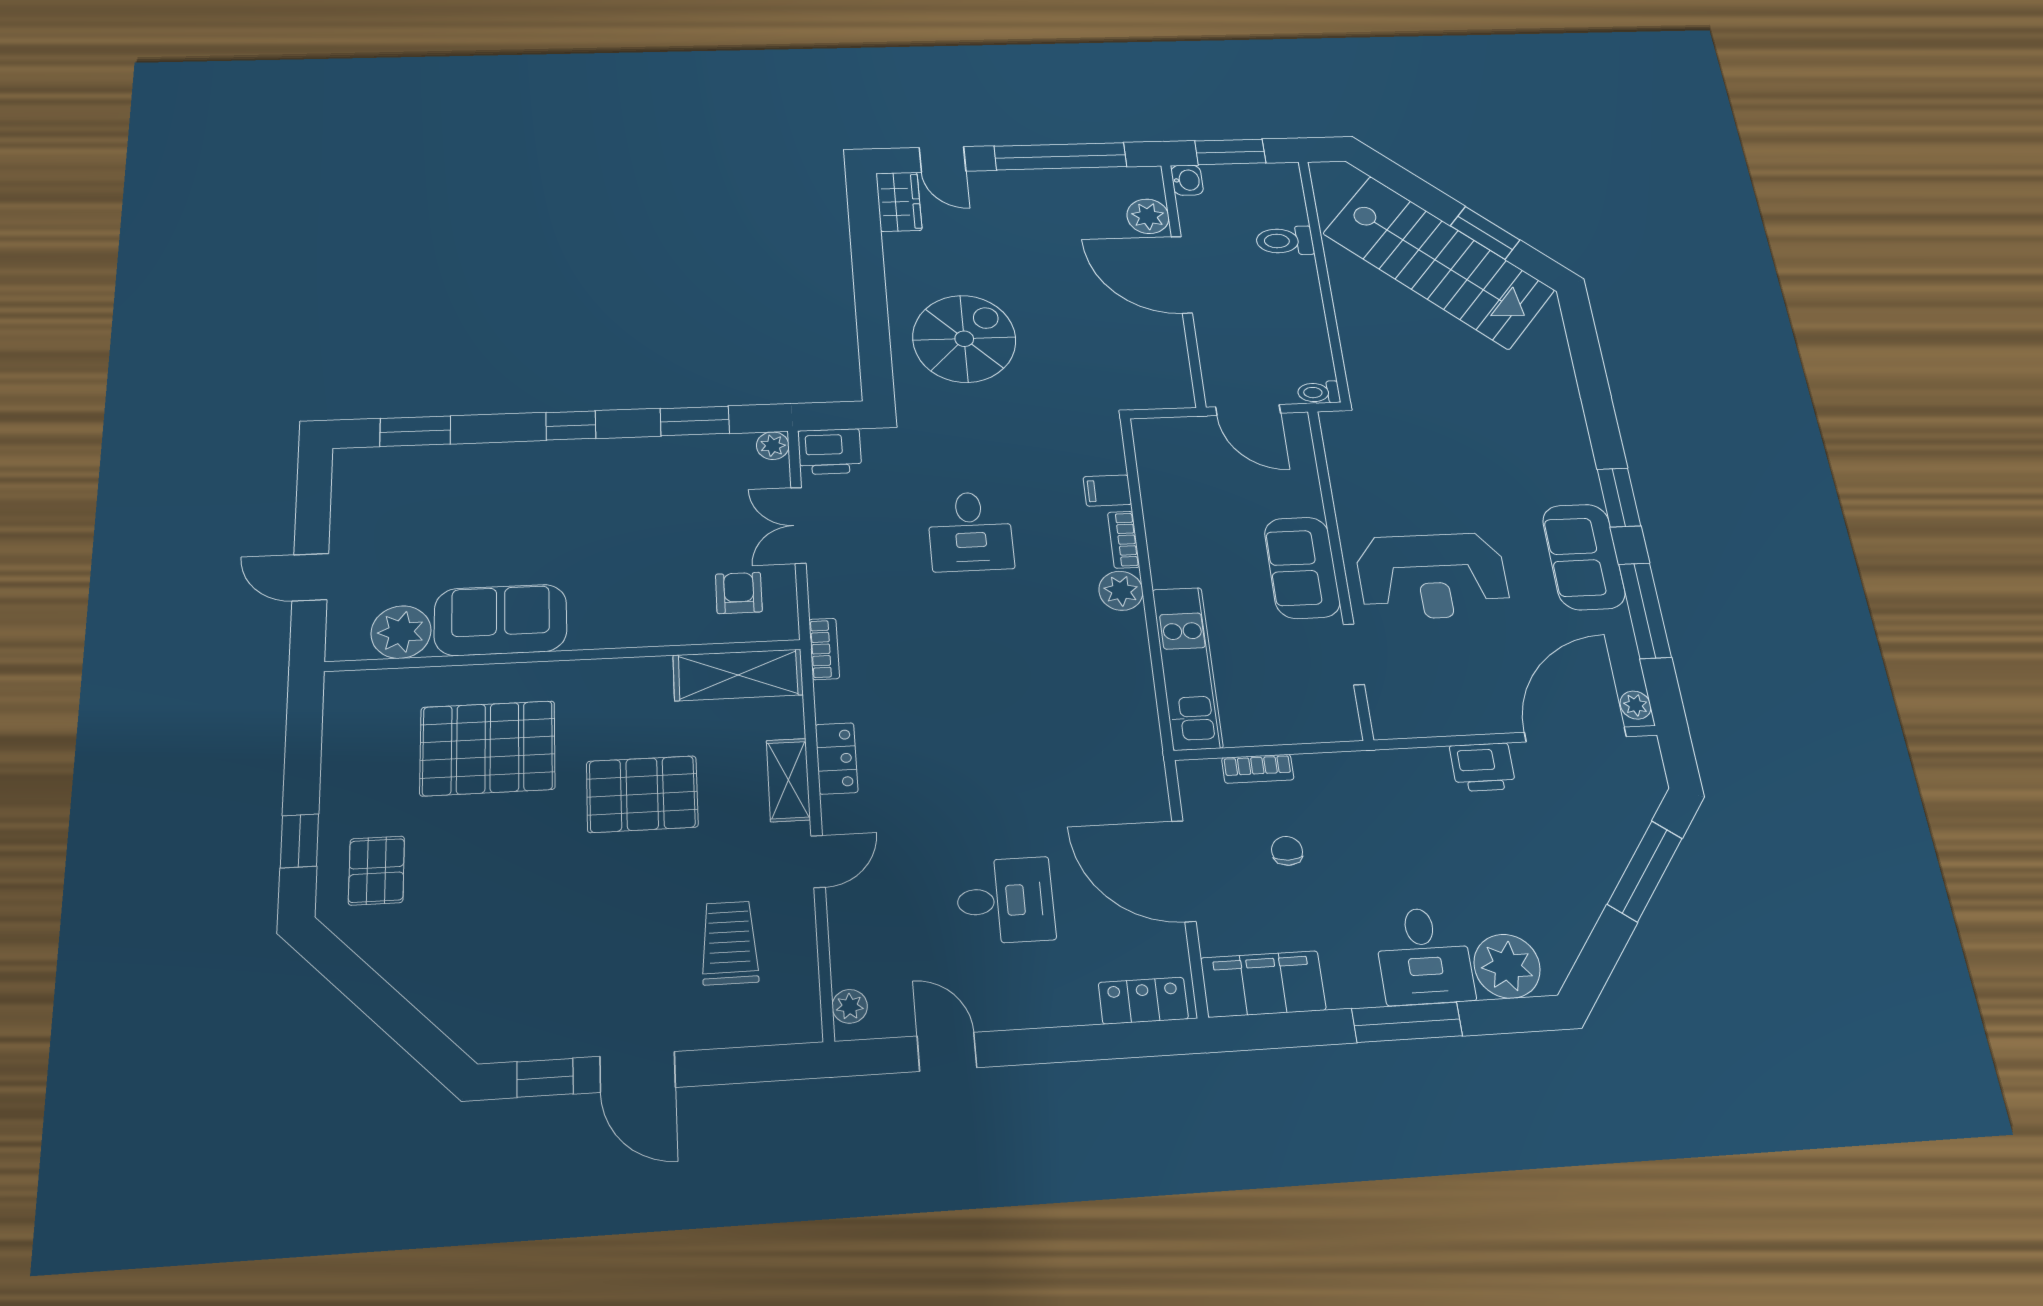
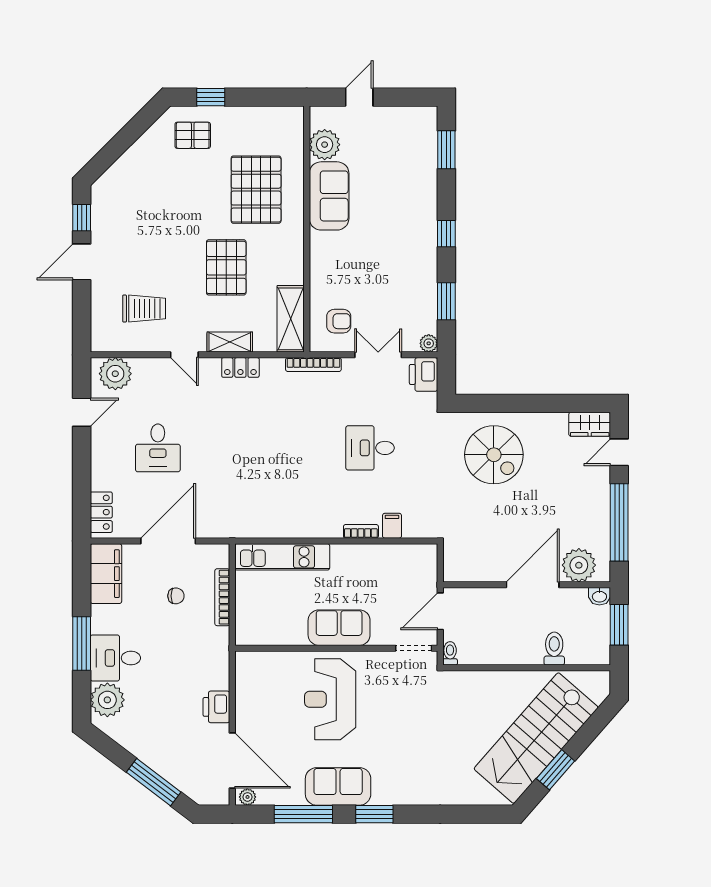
plant: (1148, 216) -> (579, 565), width x1.36, depth x1.36
plant: (1121, 591) -> (330, 526), removed
bookcase: (824, 649) -> (313, 365), width x1.56
doorway: (1354, 654) -> (414, 648), moved
bookcase: (1258, 769) -> (222, 597), width x1.56
plant: (850, 1006) -> (115, 374), width x1.88, depth x1.88

